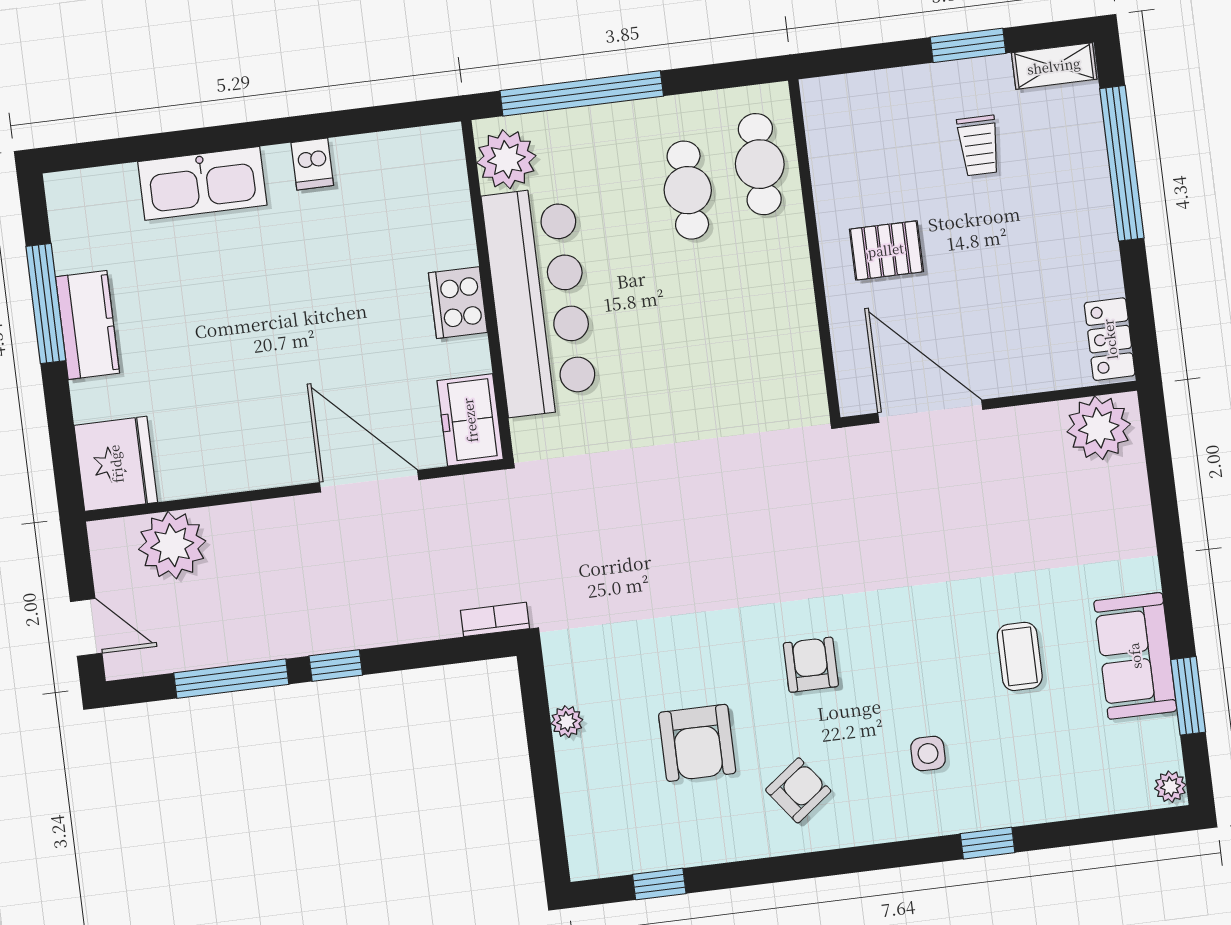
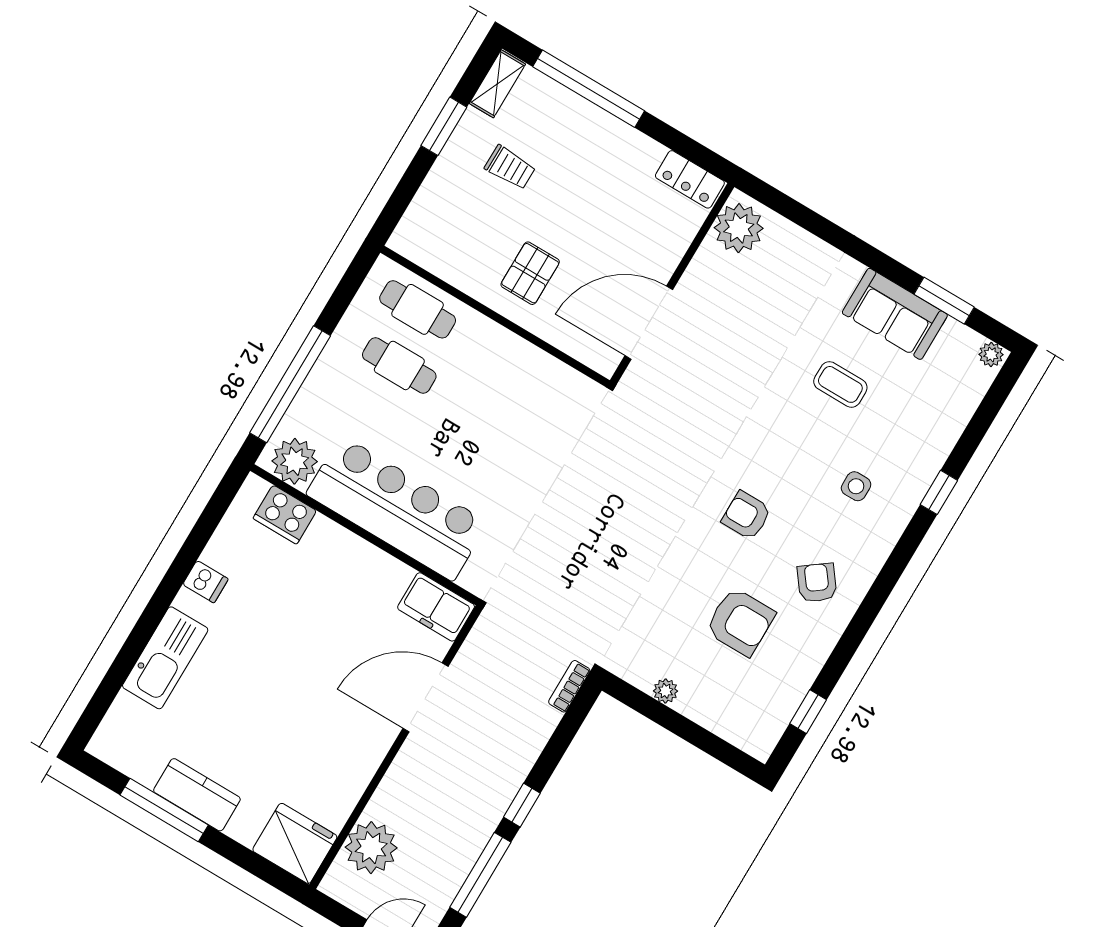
cooker: (458, 303) -> (285, 515), moved

